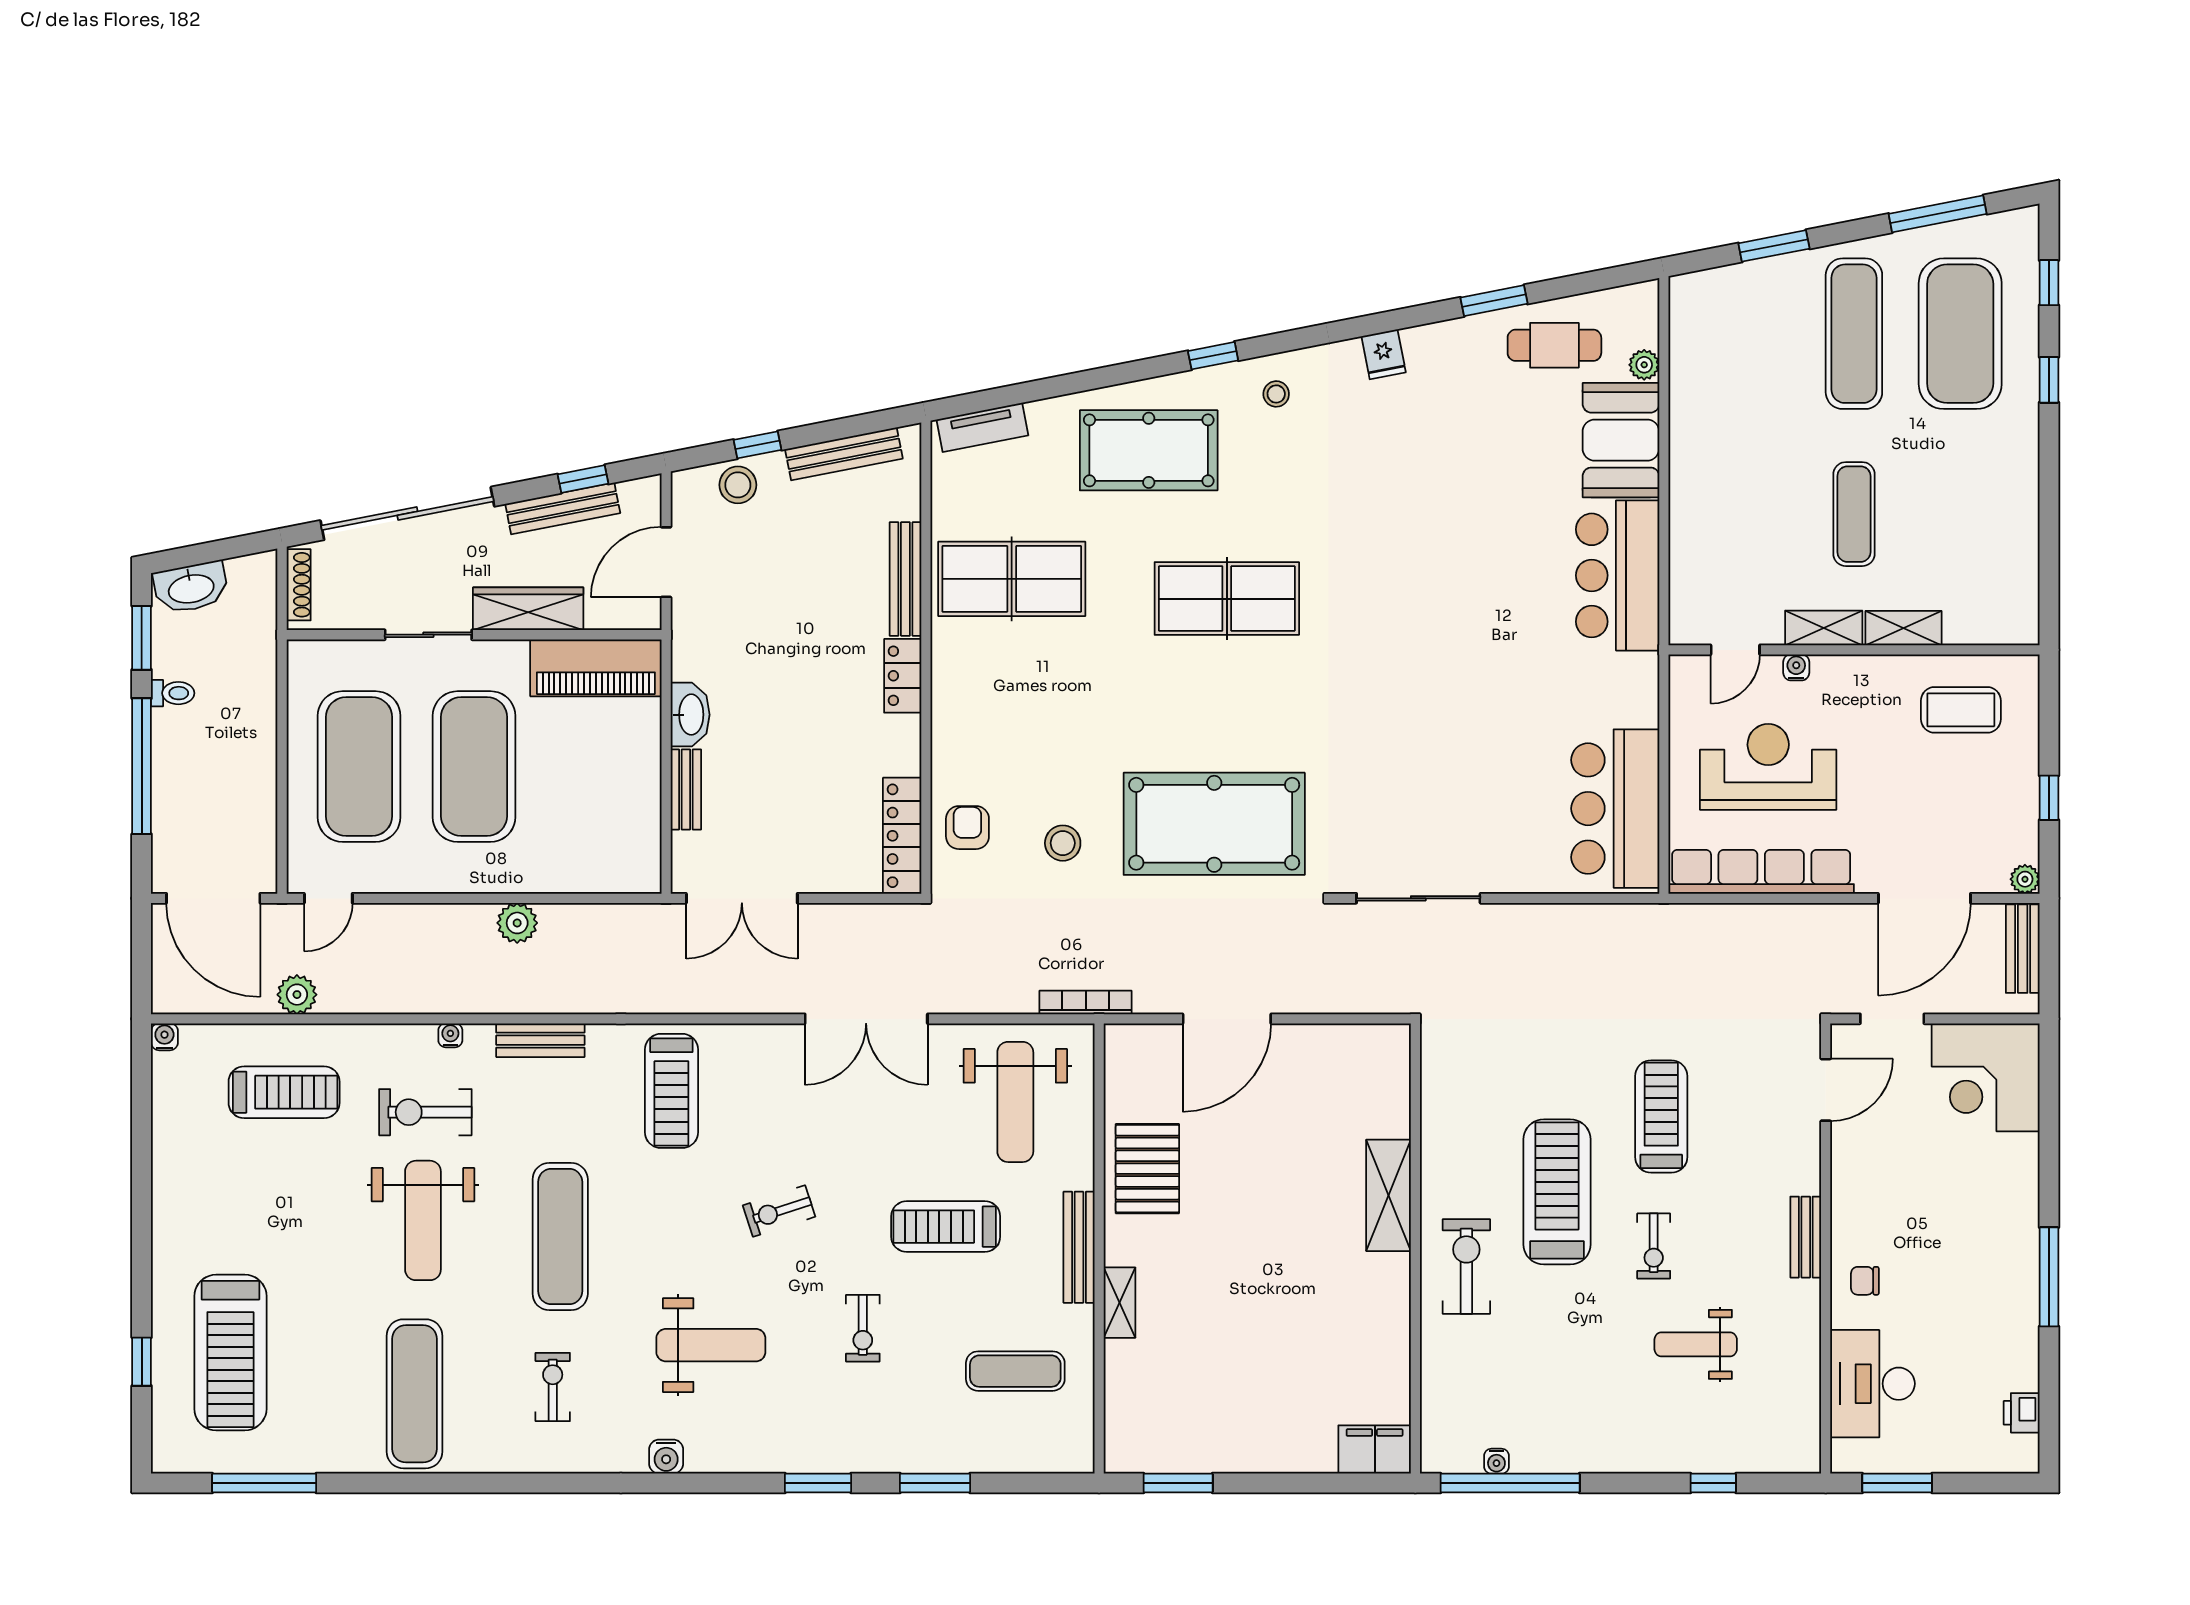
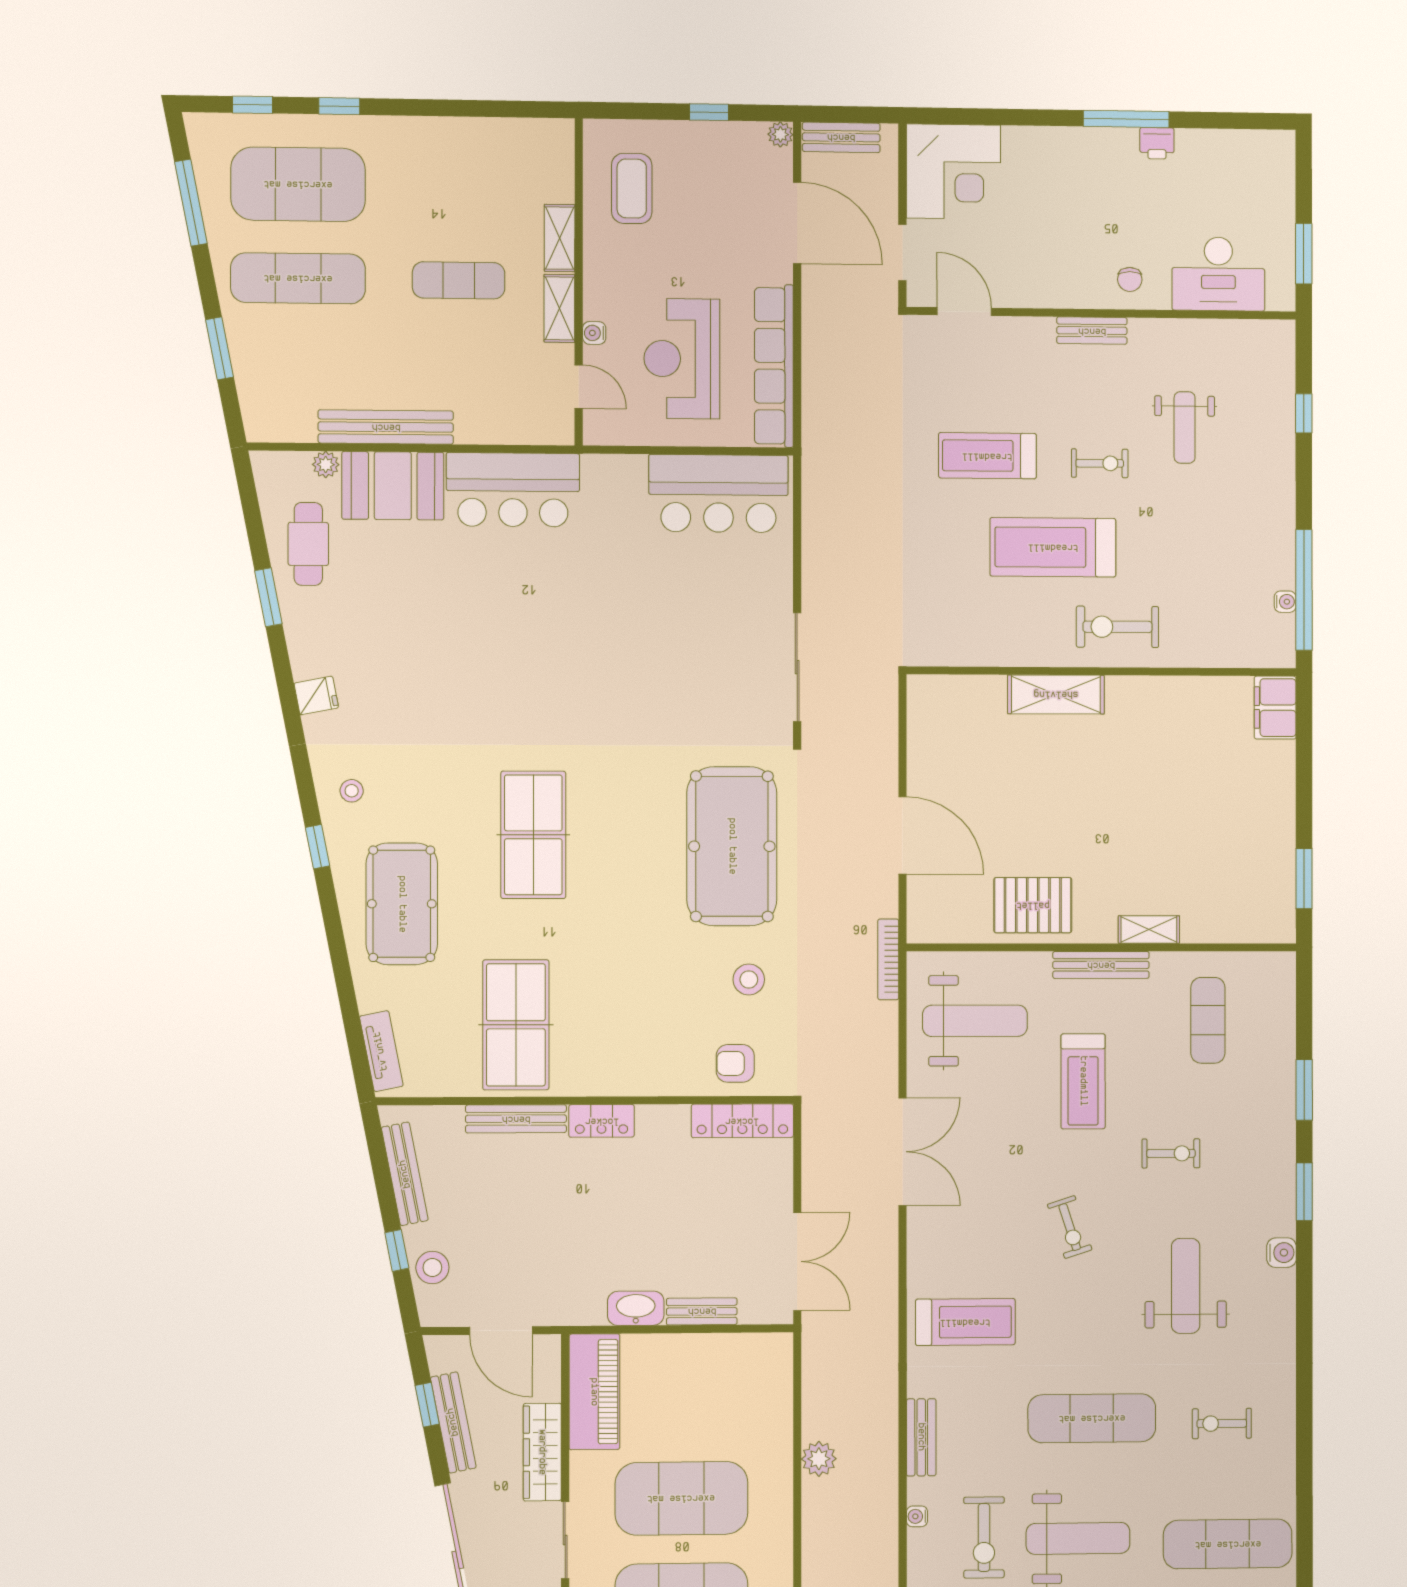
bench: (1687, 432) -> (386, 427), added
printer: (2022, 1413) -> (1157, 143), moved
water cooler: (666, 1457) -> (1282, 1253), moved

